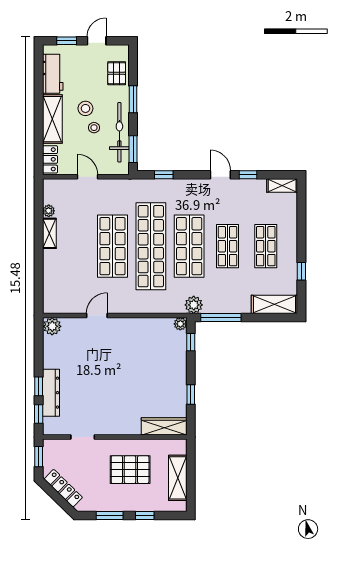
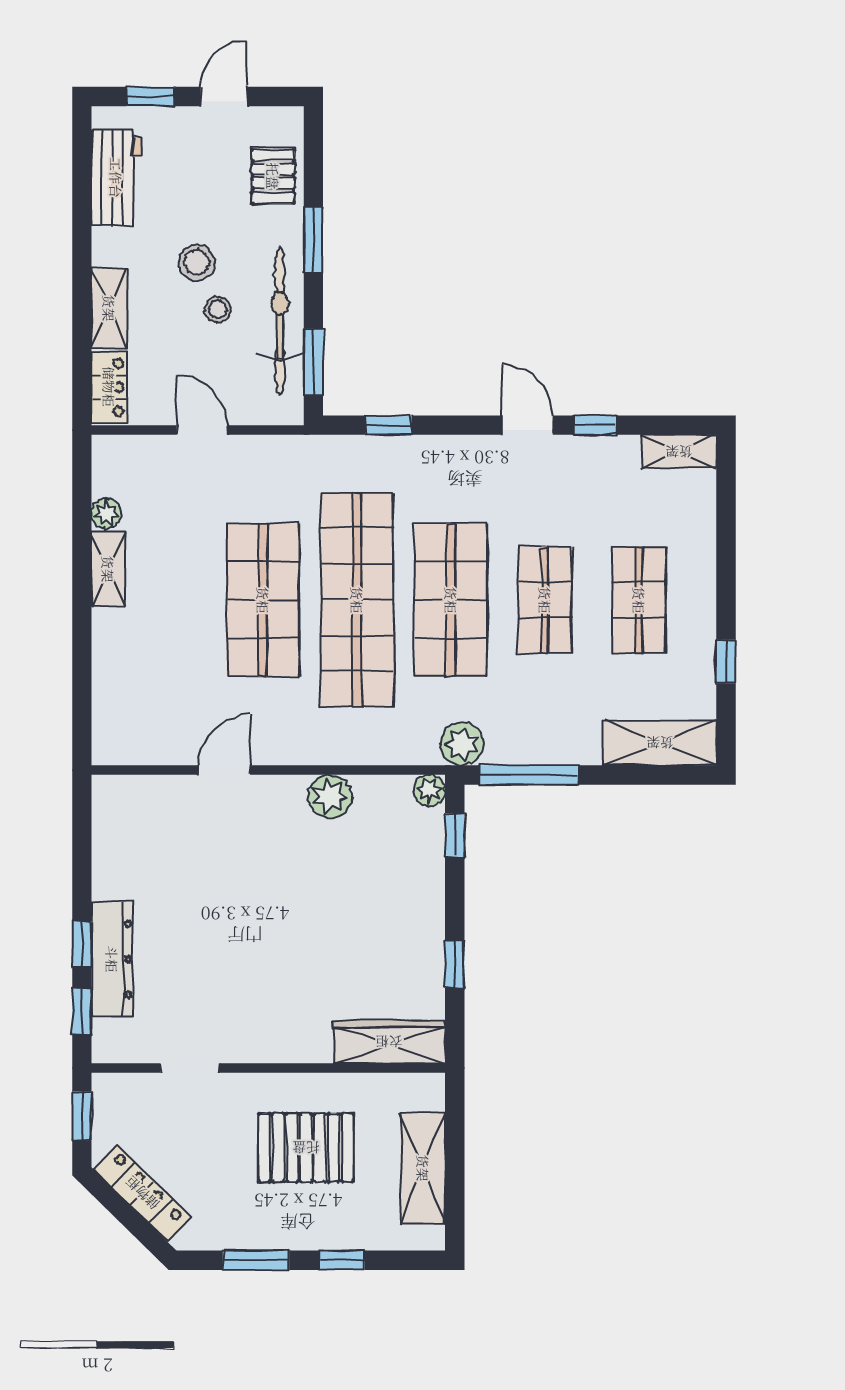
shelving: (52, 119) -> (109, 308), width x0.67, depth x0.75
plant: (52, 326) -> (330, 796), moved

